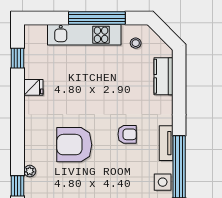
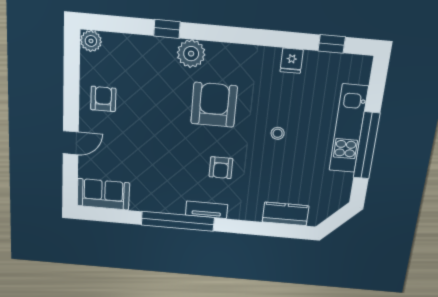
stool: (136, 43) -> (278, 133), moved
plant: (30, 171) -> (191, 54), width x1.88, depth x1.88
side table: (163, 182) -> (161, 202), removed

